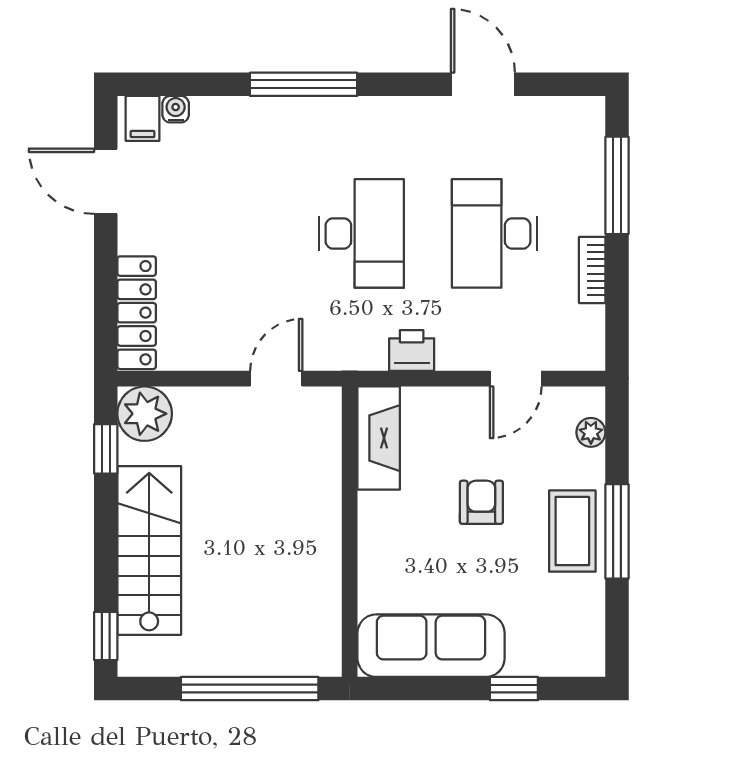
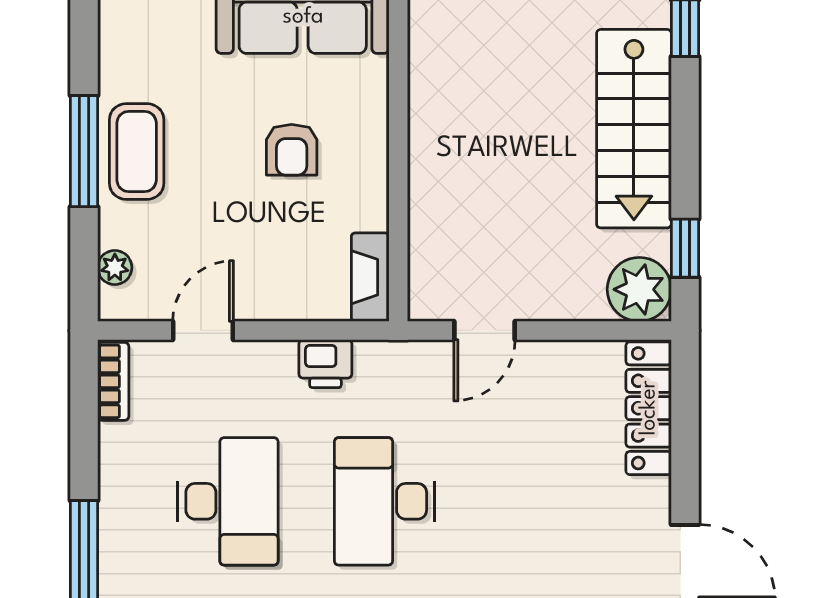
bookcase: (592, 270) -> (113, 381), moved
fireplace: (379, 438) -> (370, 277), width x0.73, depth x0.76
armchair: (481, 502) -> (292, 150), moved

